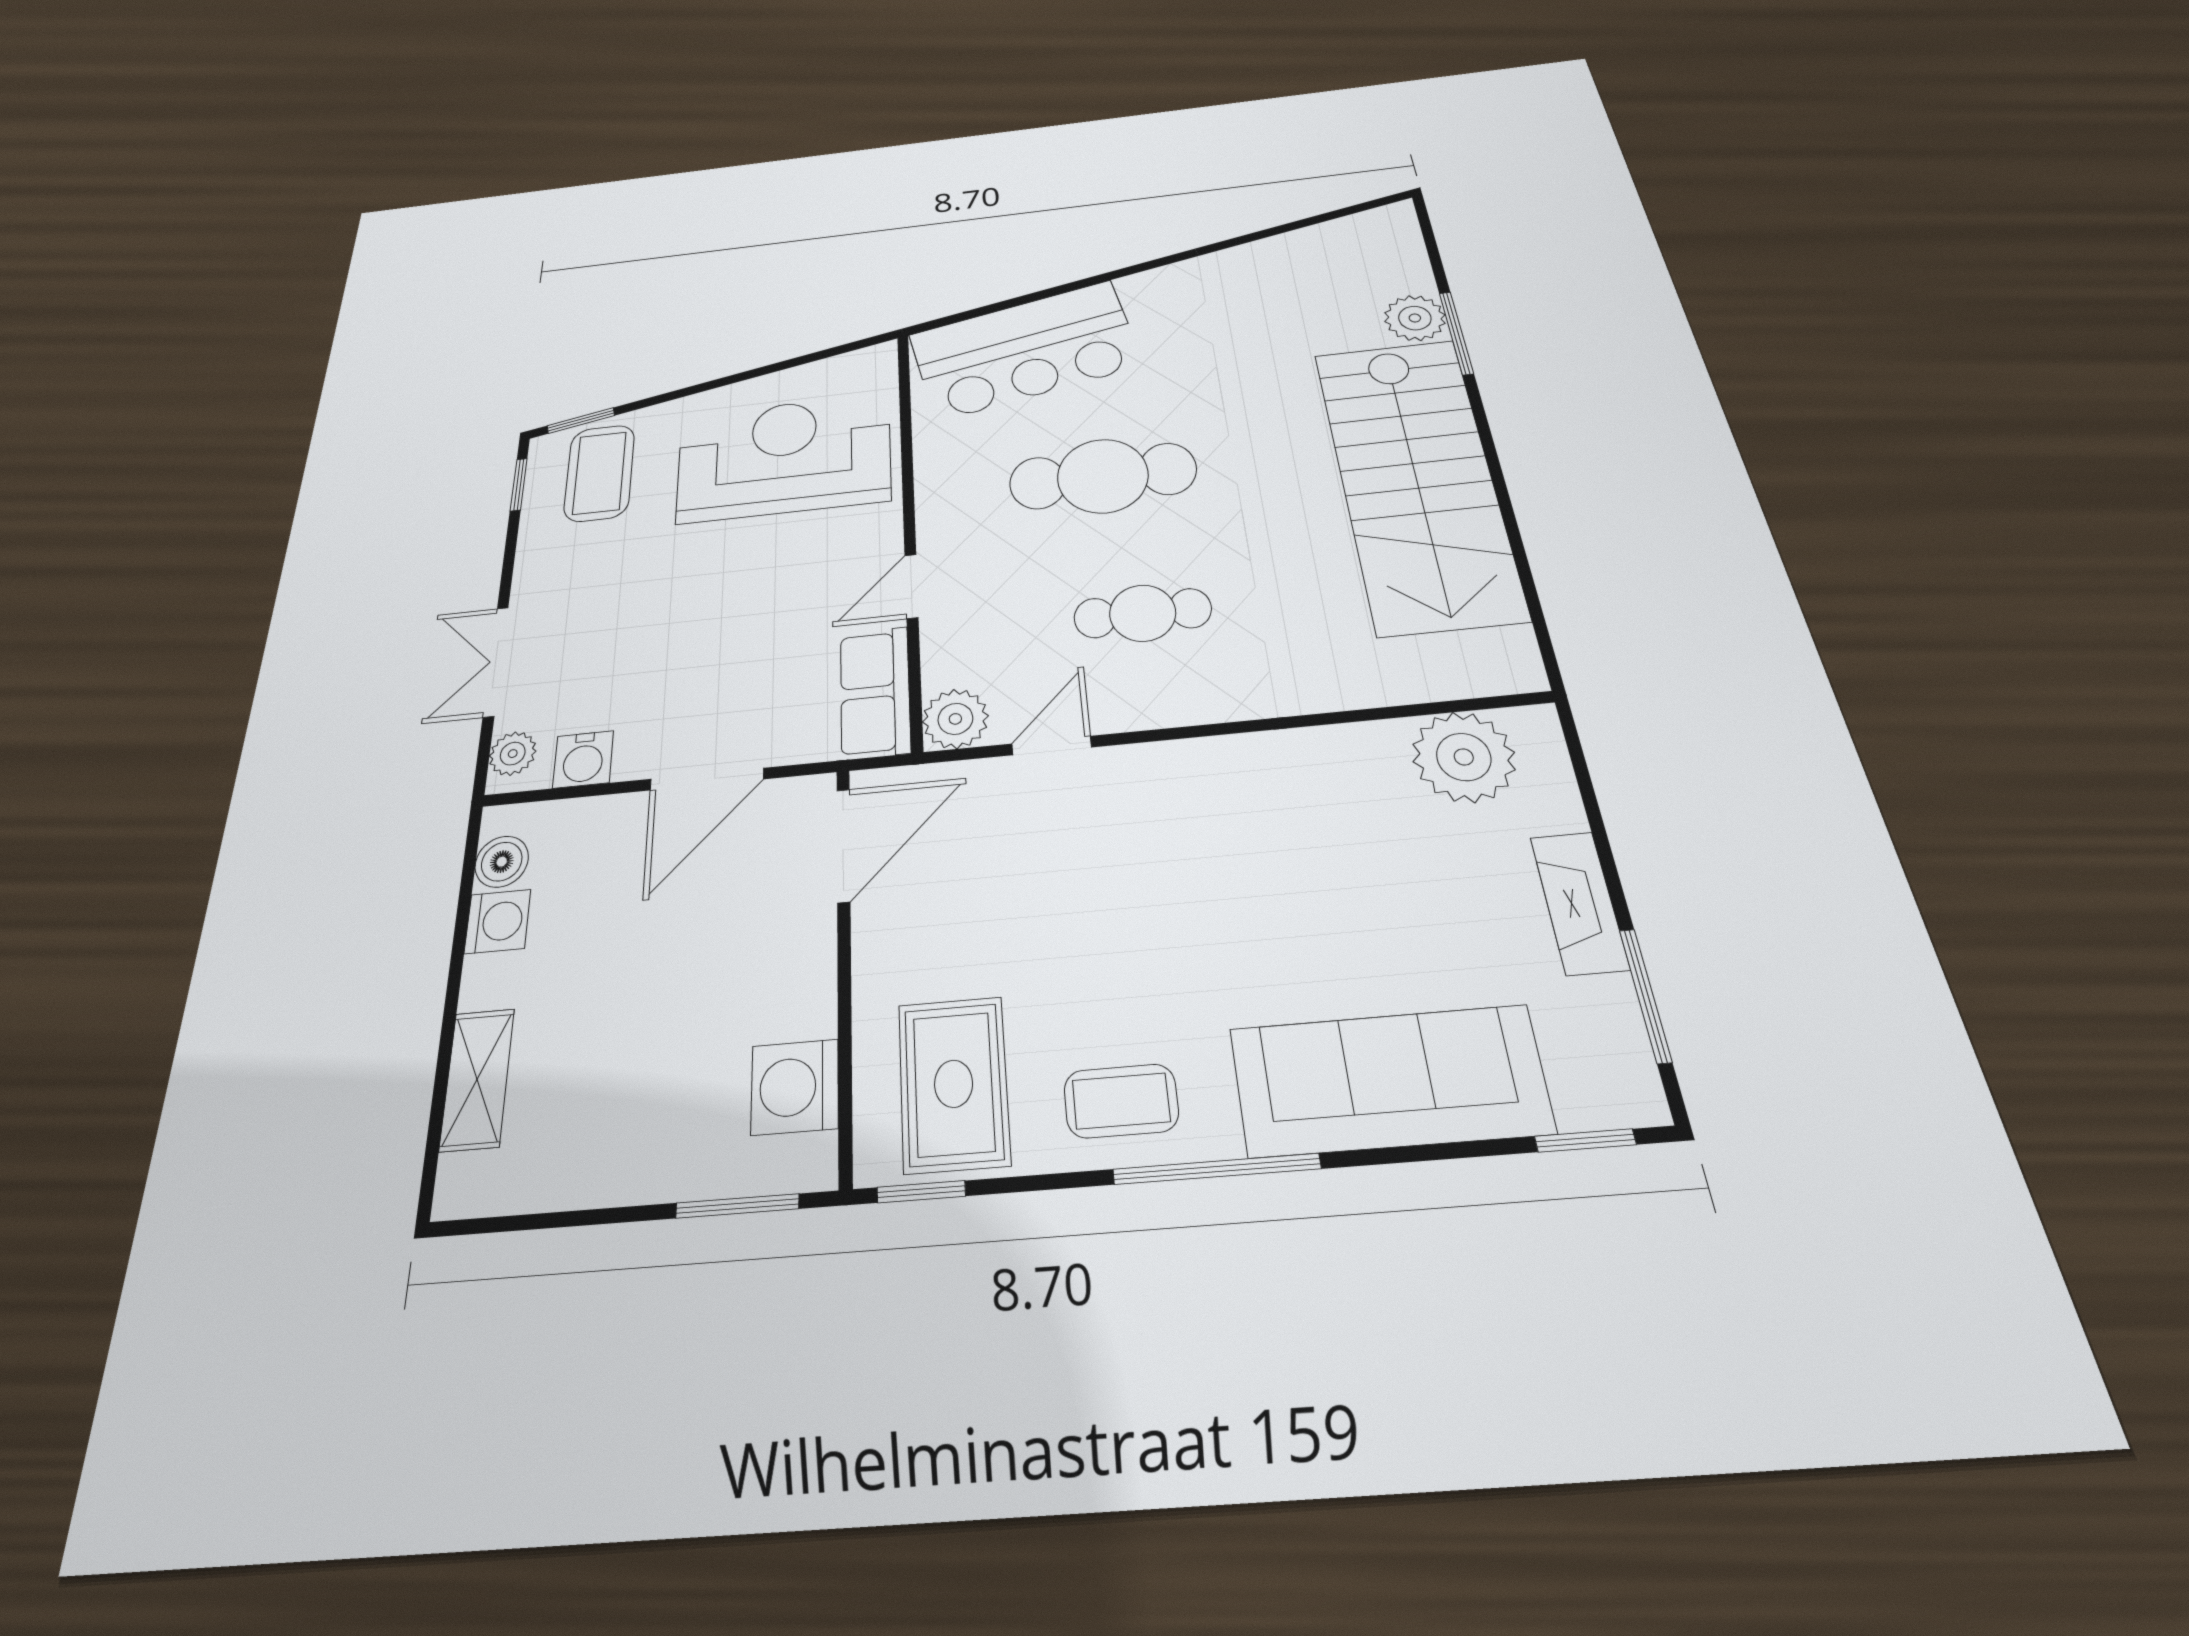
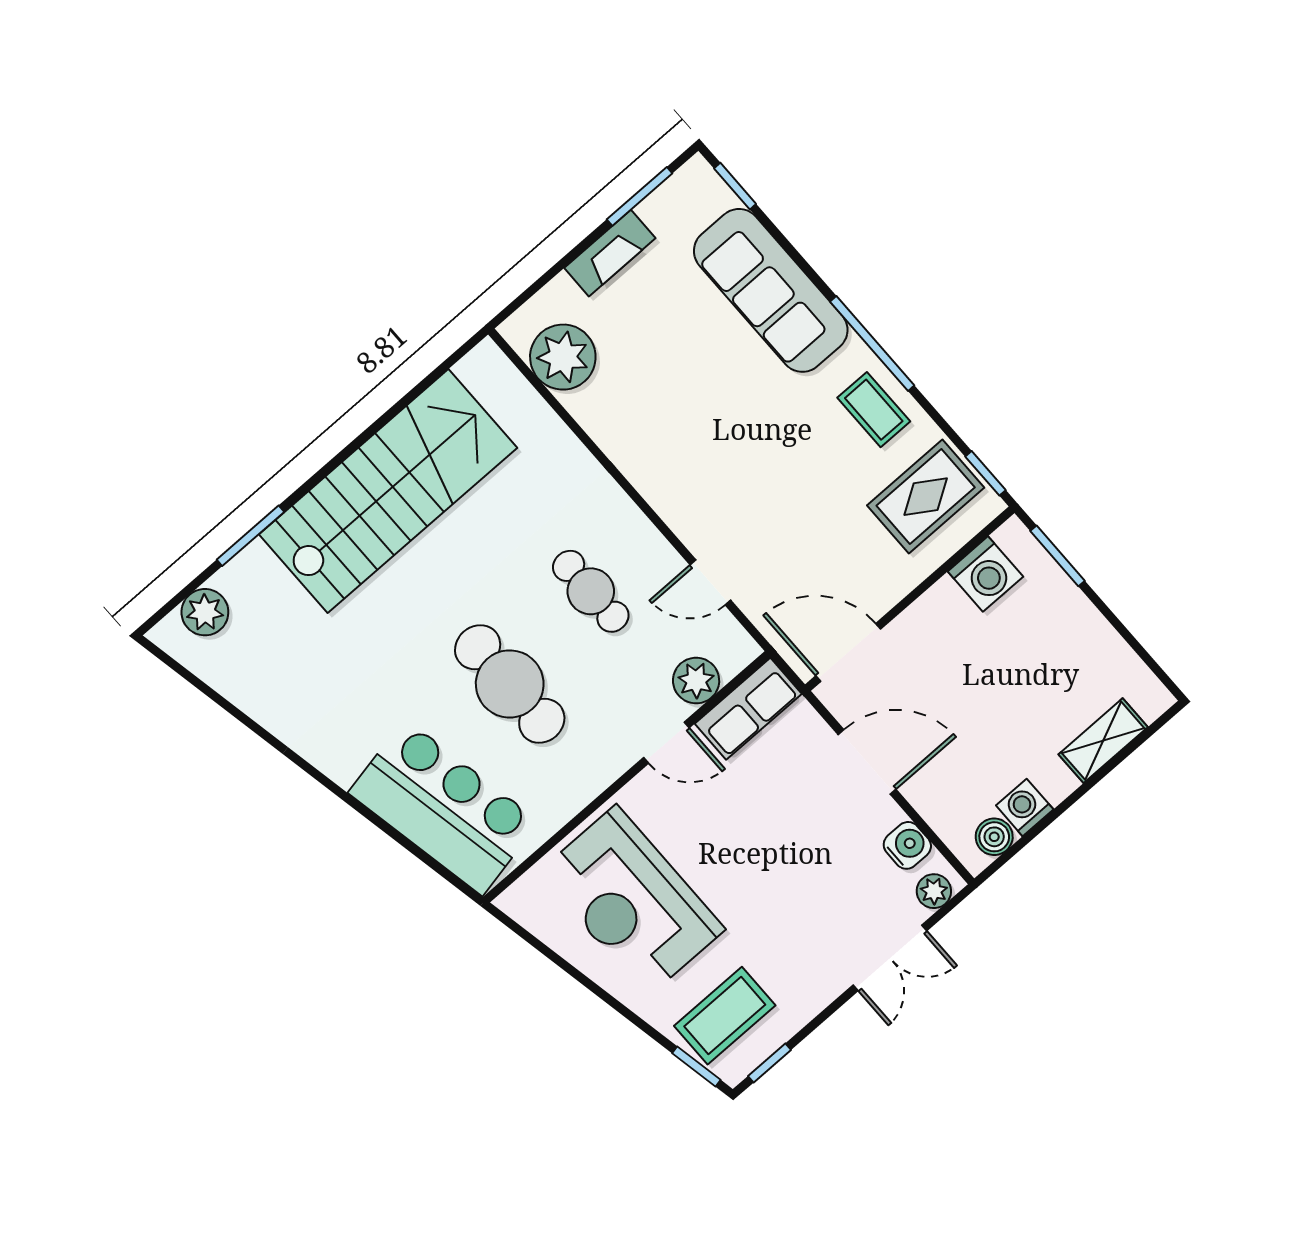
plant: (1415, 318) -> (205, 612), moved
plant: (955, 719) -> (696, 681), moved

